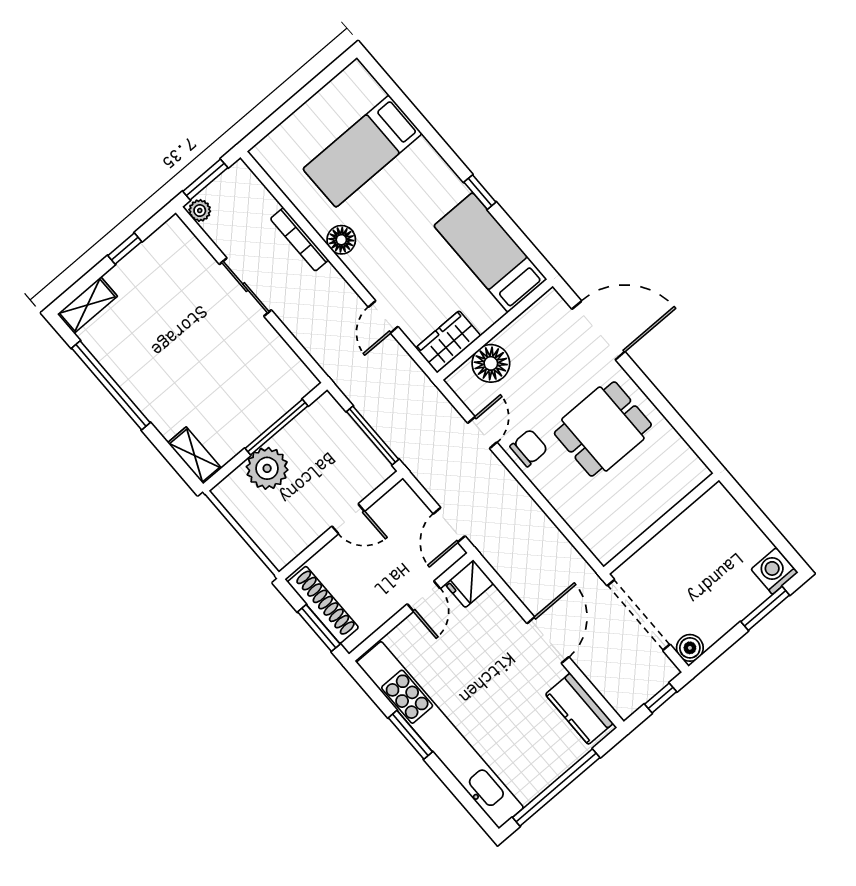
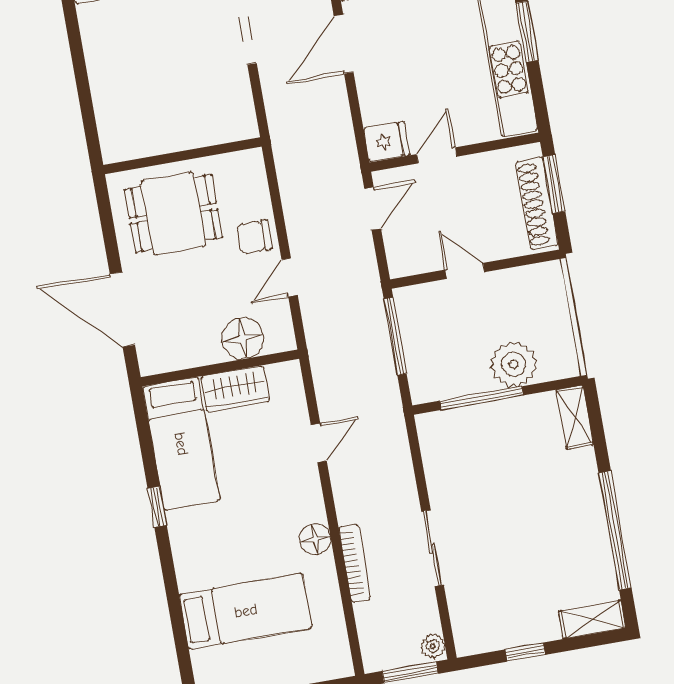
wardrobe: (448, 342) -> (235, 389), moved
wall: (661, 524) -> (183, 156), moved

